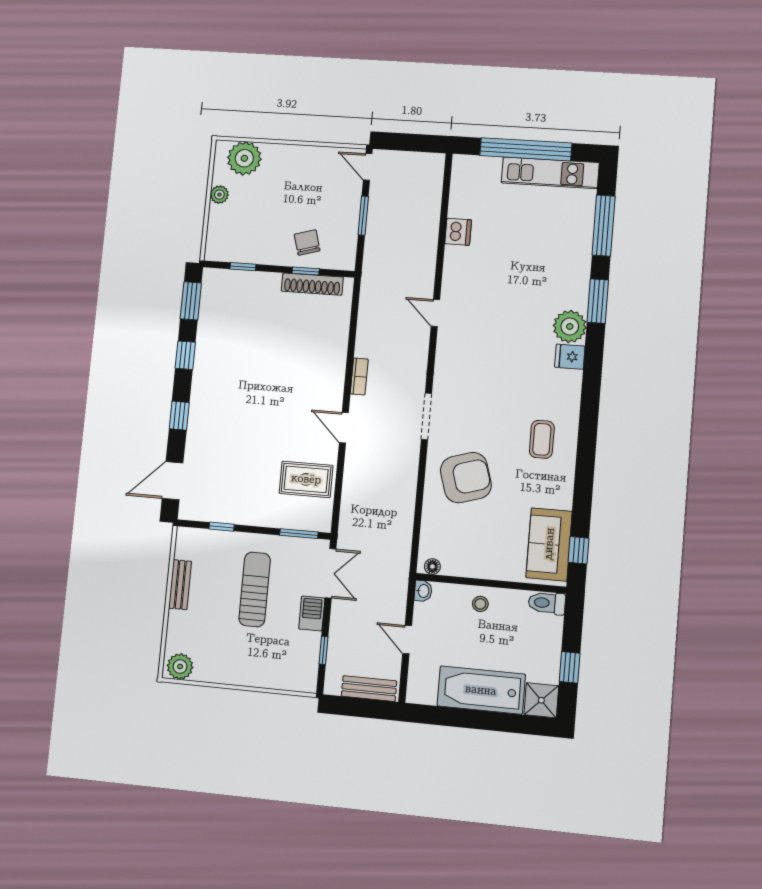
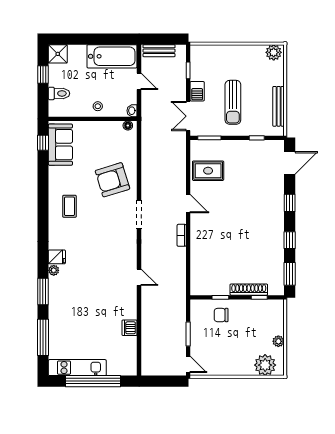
chair: (307, 242) -> (221, 315), turned 106
shoe rack: (312, 284) -> (249, 290), moved
plant: (570, 326) -> (54, 270), width x0.53, depth x0.53
bench: (180, 585) -> (279, 106), width x1.36
toilet: (547, 603) -> (59, 93), moved
bathtub: (481, 690) -> (112, 56), moved

